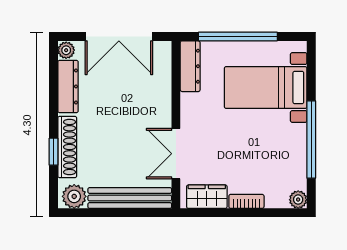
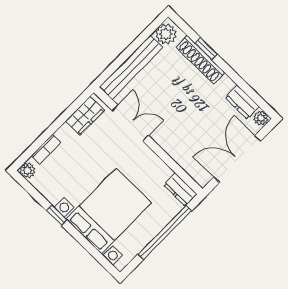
dresser: (190, 66) -> (180, 190), width x0.70
dresser: (68, 86) -> (242, 102), width x0.70
bed with nightstands: (266, 87) -> (109, 211), width x1.36
window: (311, 140) -> (57, 215), width x0.32
bookcase: (246, 201) -> (46, 149), moved

